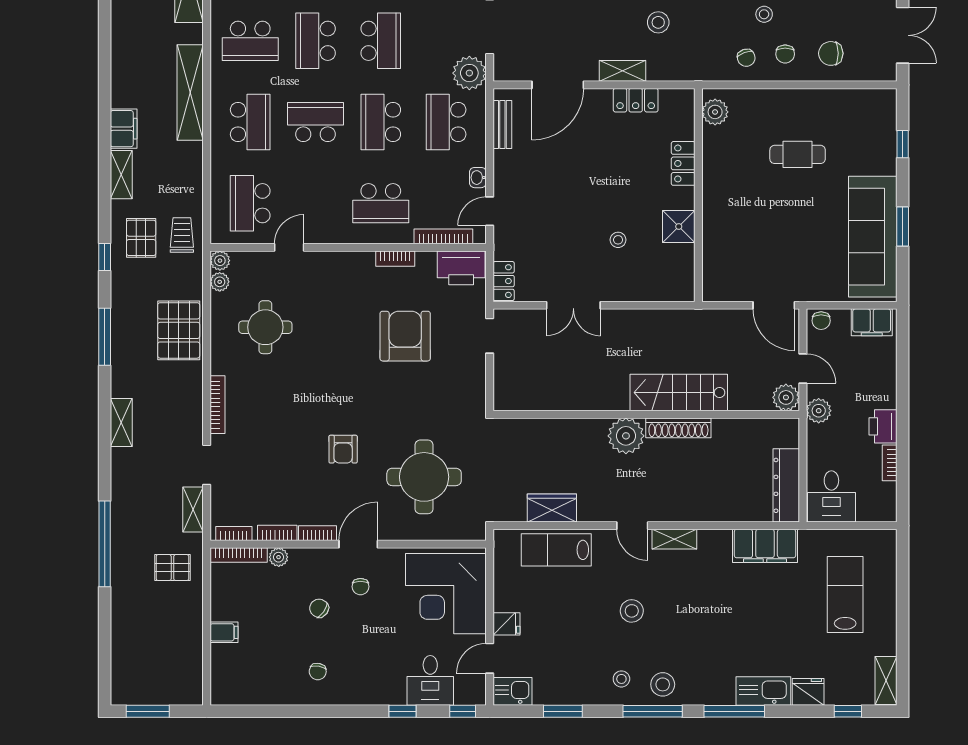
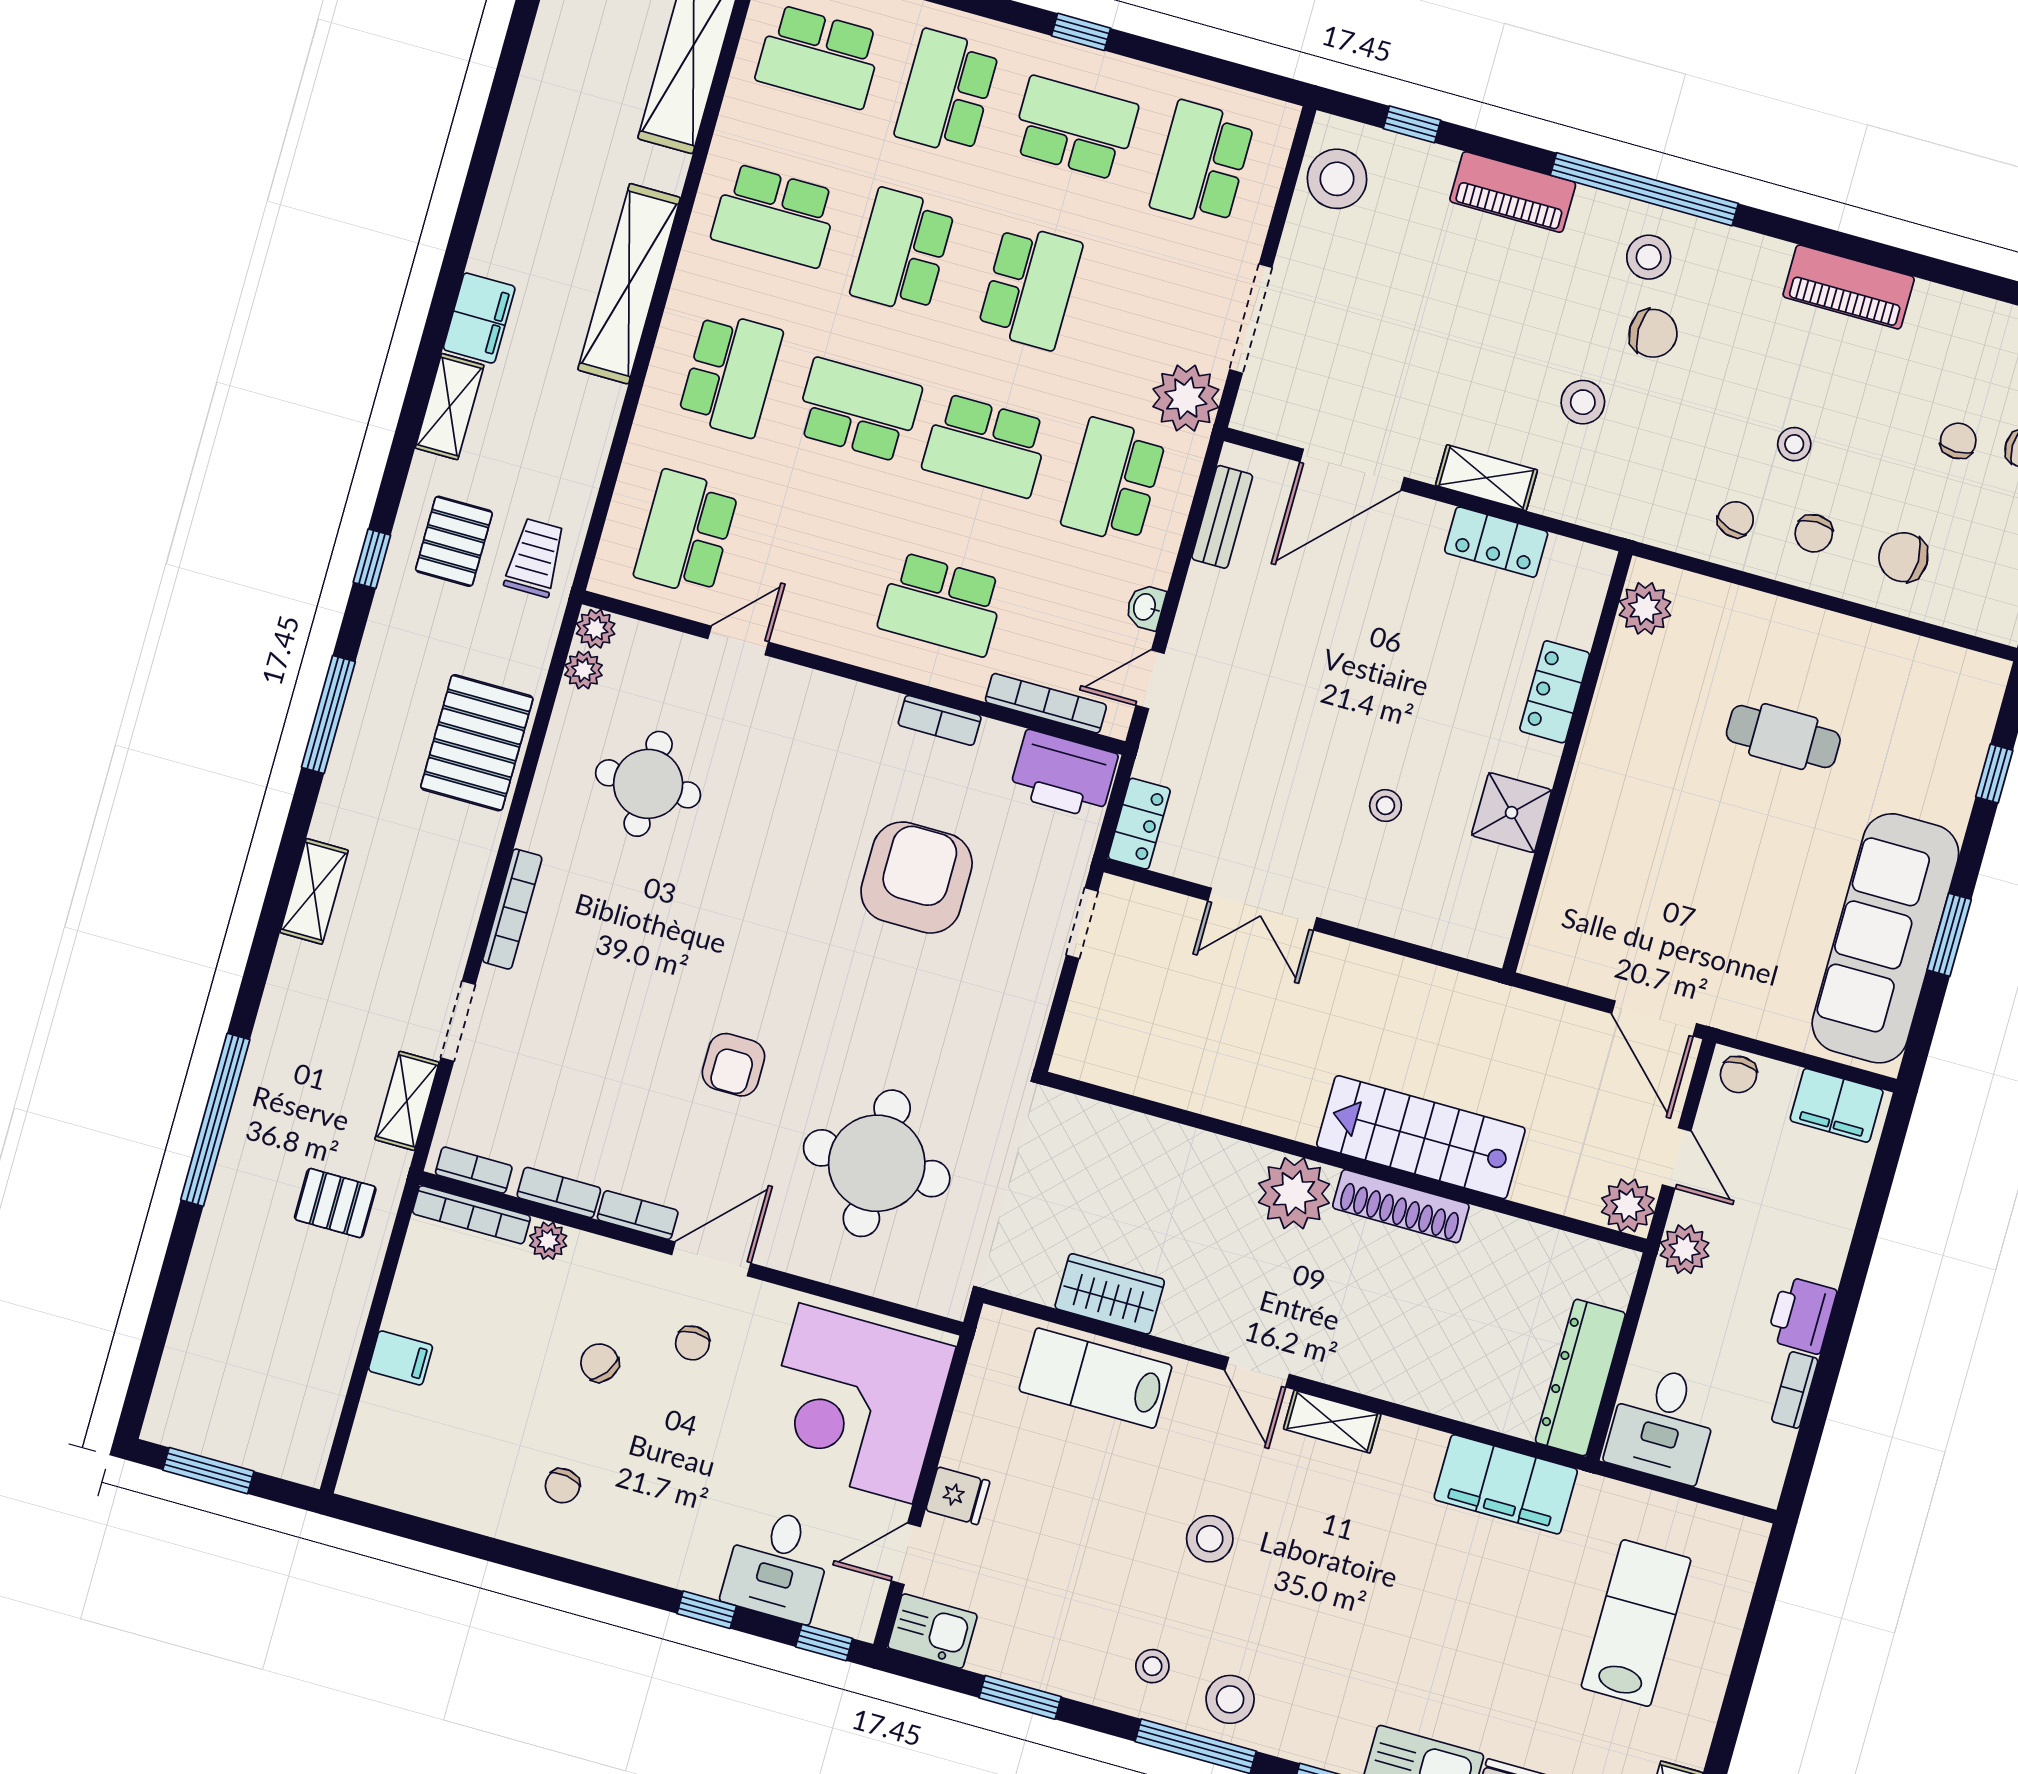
chair: (746, 58) -> (1736, 519), turned -142
school desk: (381, 122) -> (986, 446), turned -90

